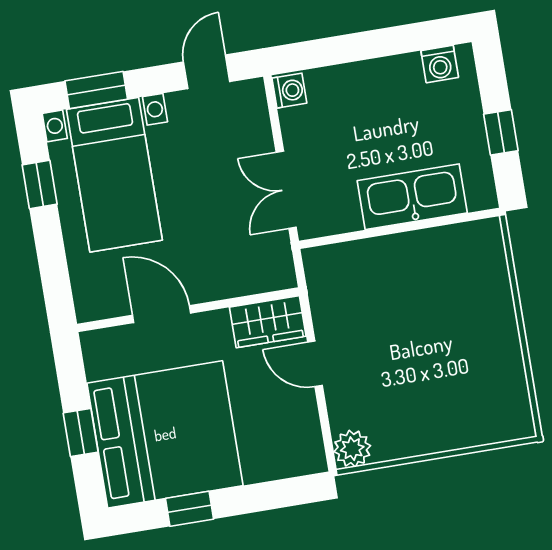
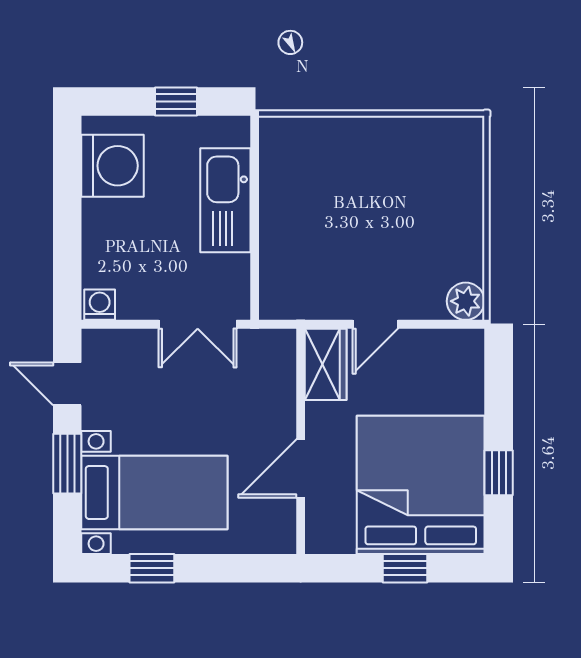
washing machine: (440, 64) -> (113, 166), width x1.89, depth x1.89
window: (96, 90) -> (67, 464), moved

